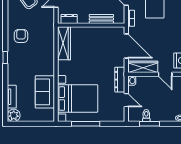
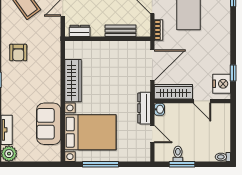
armchair: (21, 36) -> (18, 53), turned 180
wardrobe: (64, 43) -> (73, 81), moved
door: (126, 46) -> (152, 65), hinge flipped

